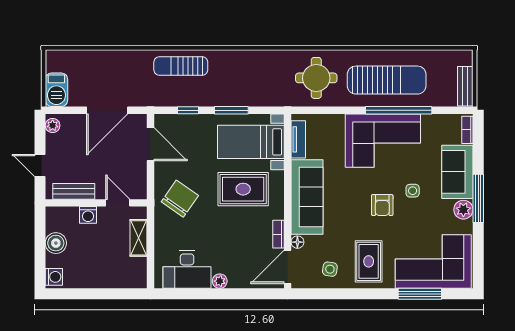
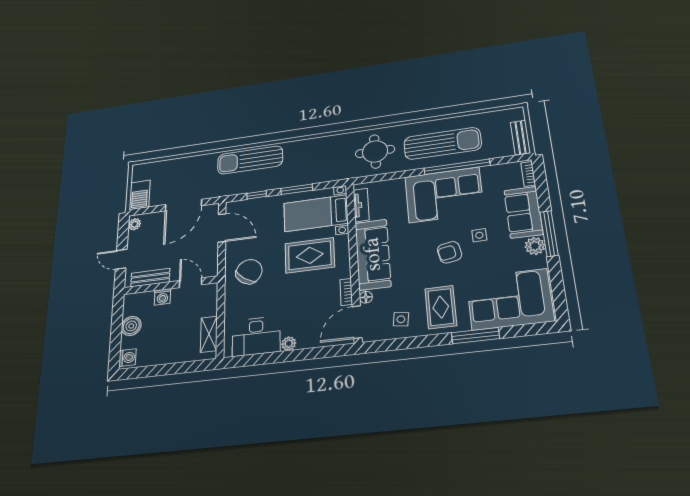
sun lounger: (181, 66) -> (250, 160), width x1.36, depth x1.34
armchair: (382, 205) -> (450, 252), turned 79
shelving: (139, 238) -> (209, 334), moved
window: (420, 294) -> (475, 336), moved

